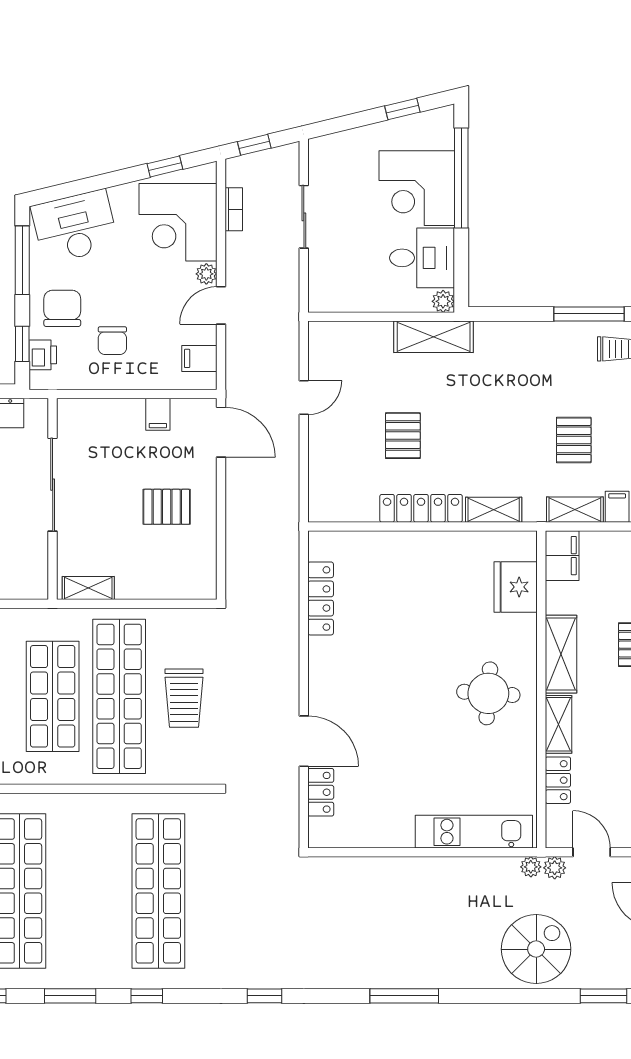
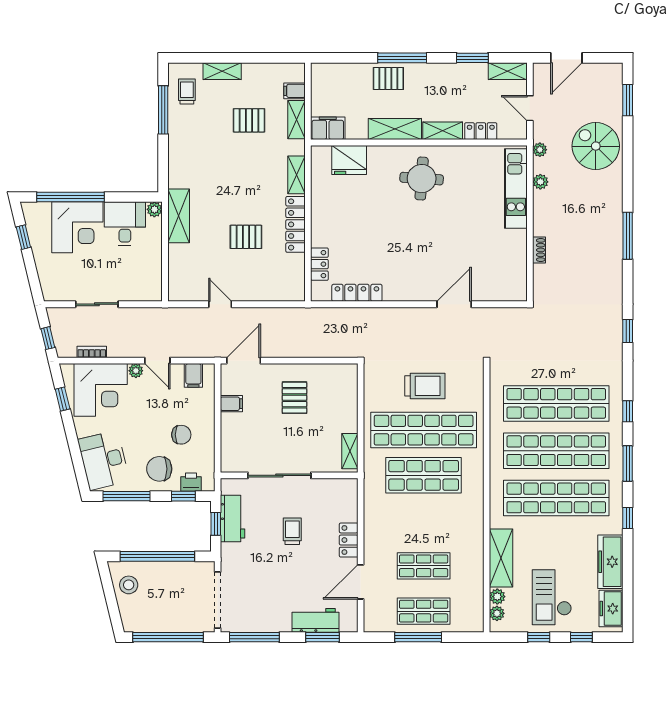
locker: (321, 792) -> (319, 264), moved, turned 90
door: (592, 852) -> (530, 108), hinge flipped
shoe rack: (383, 866) -> (539, 250), added
plant: (555, 868) -> (540, 182), moved
shop shelf: (89, 891) -> (556, 451), added

